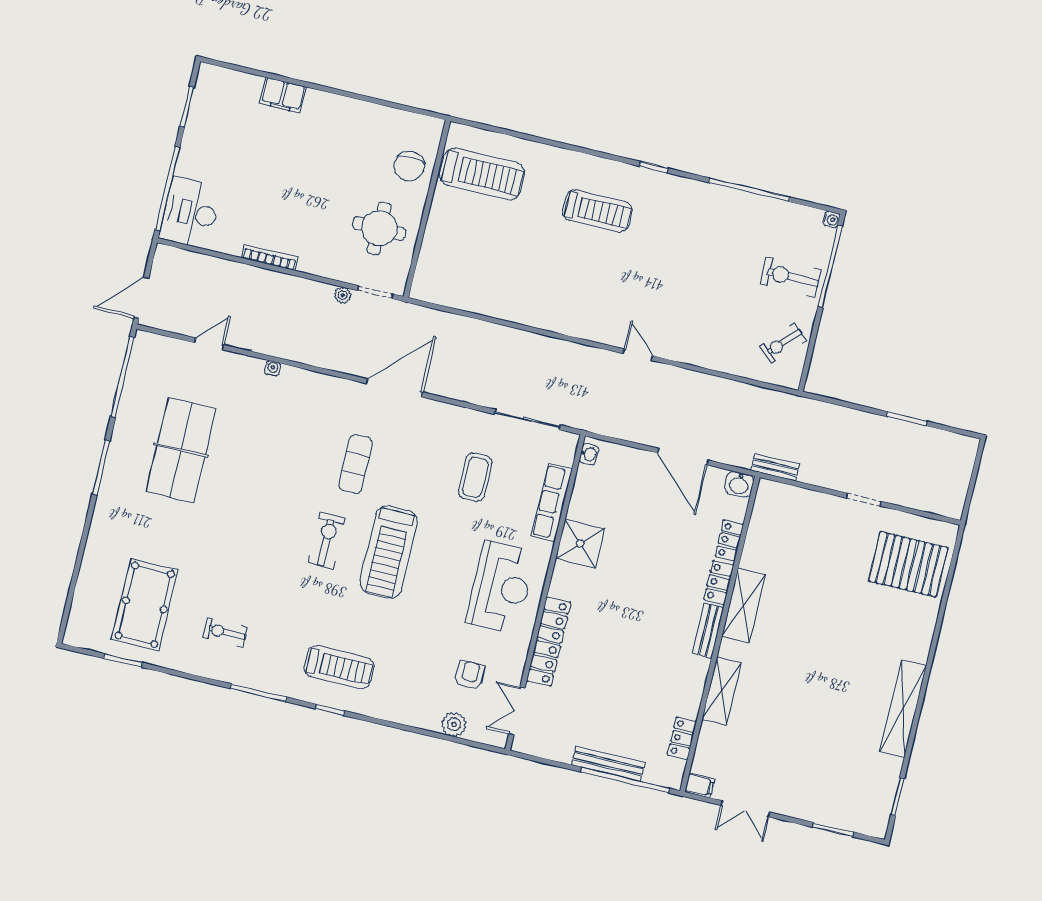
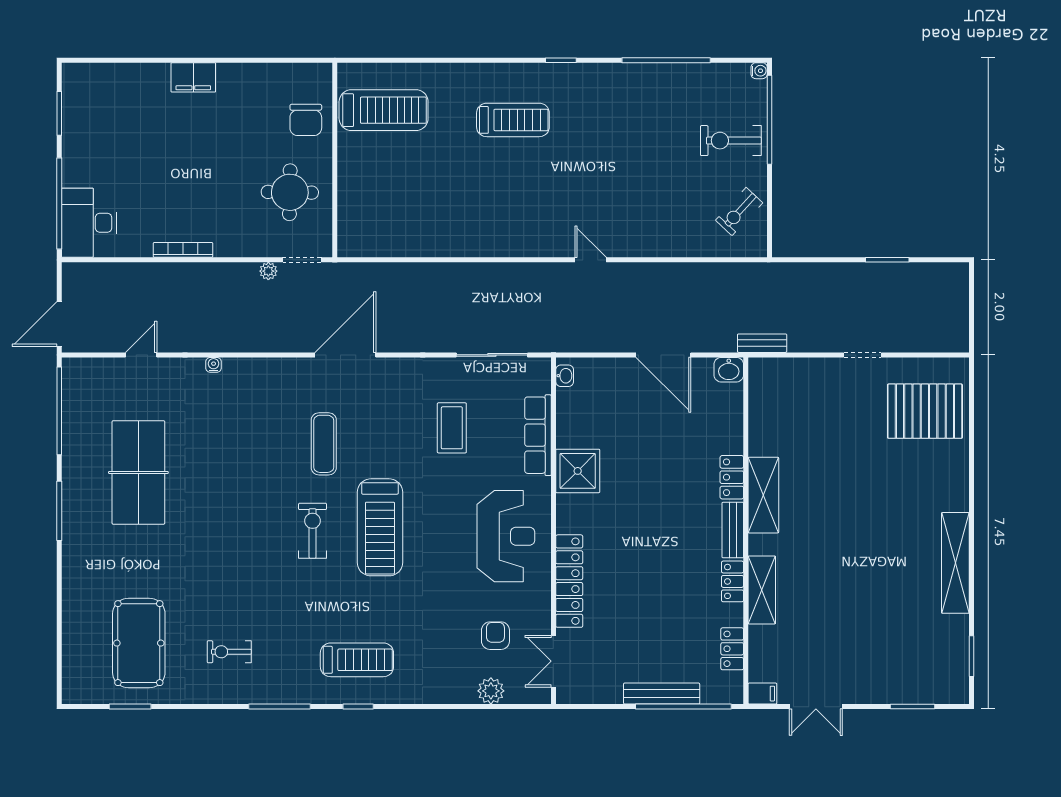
filing cabinet: (283, 95) -> (193, 77), moved
locker: (729, 540) -> (733, 581), moved

